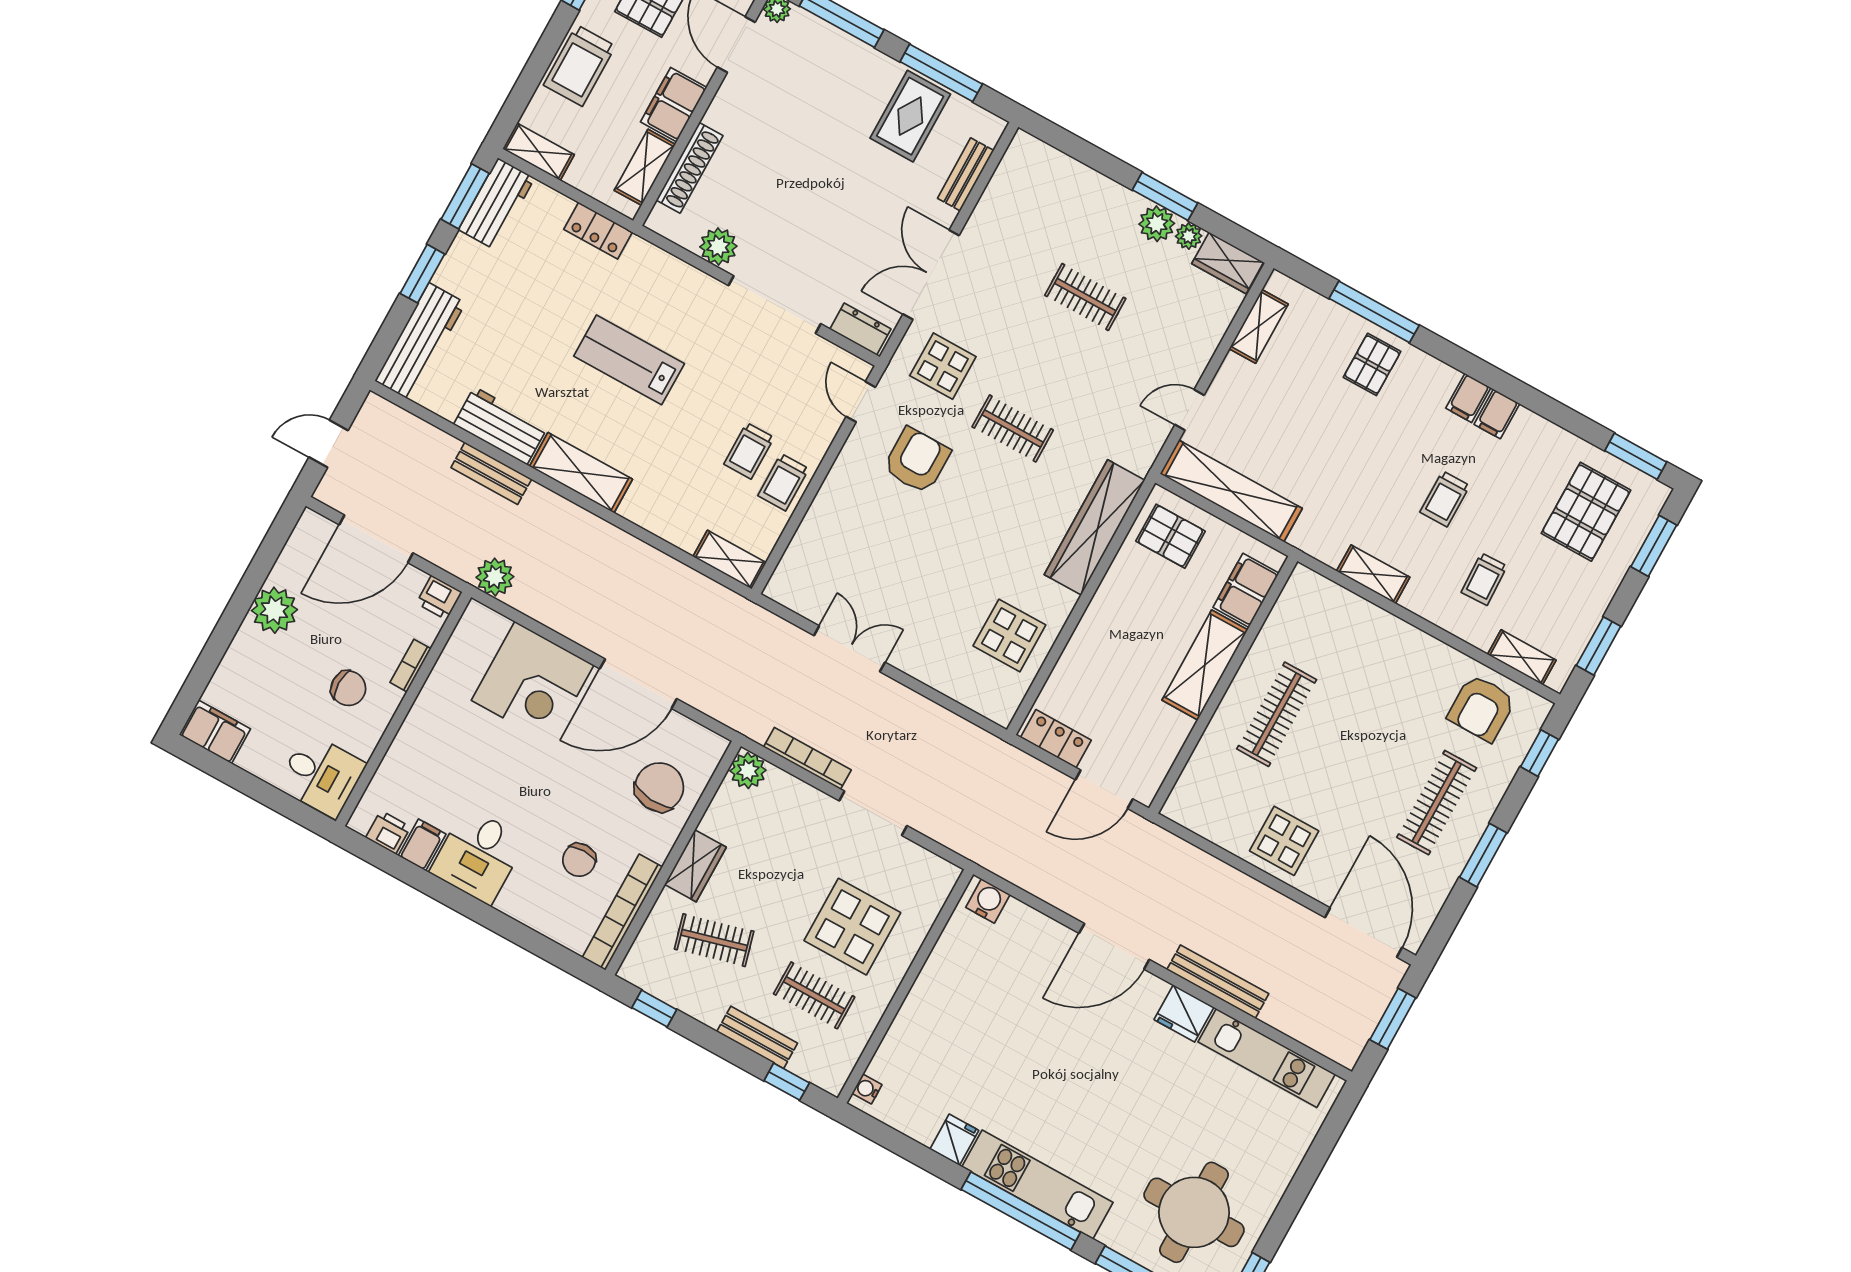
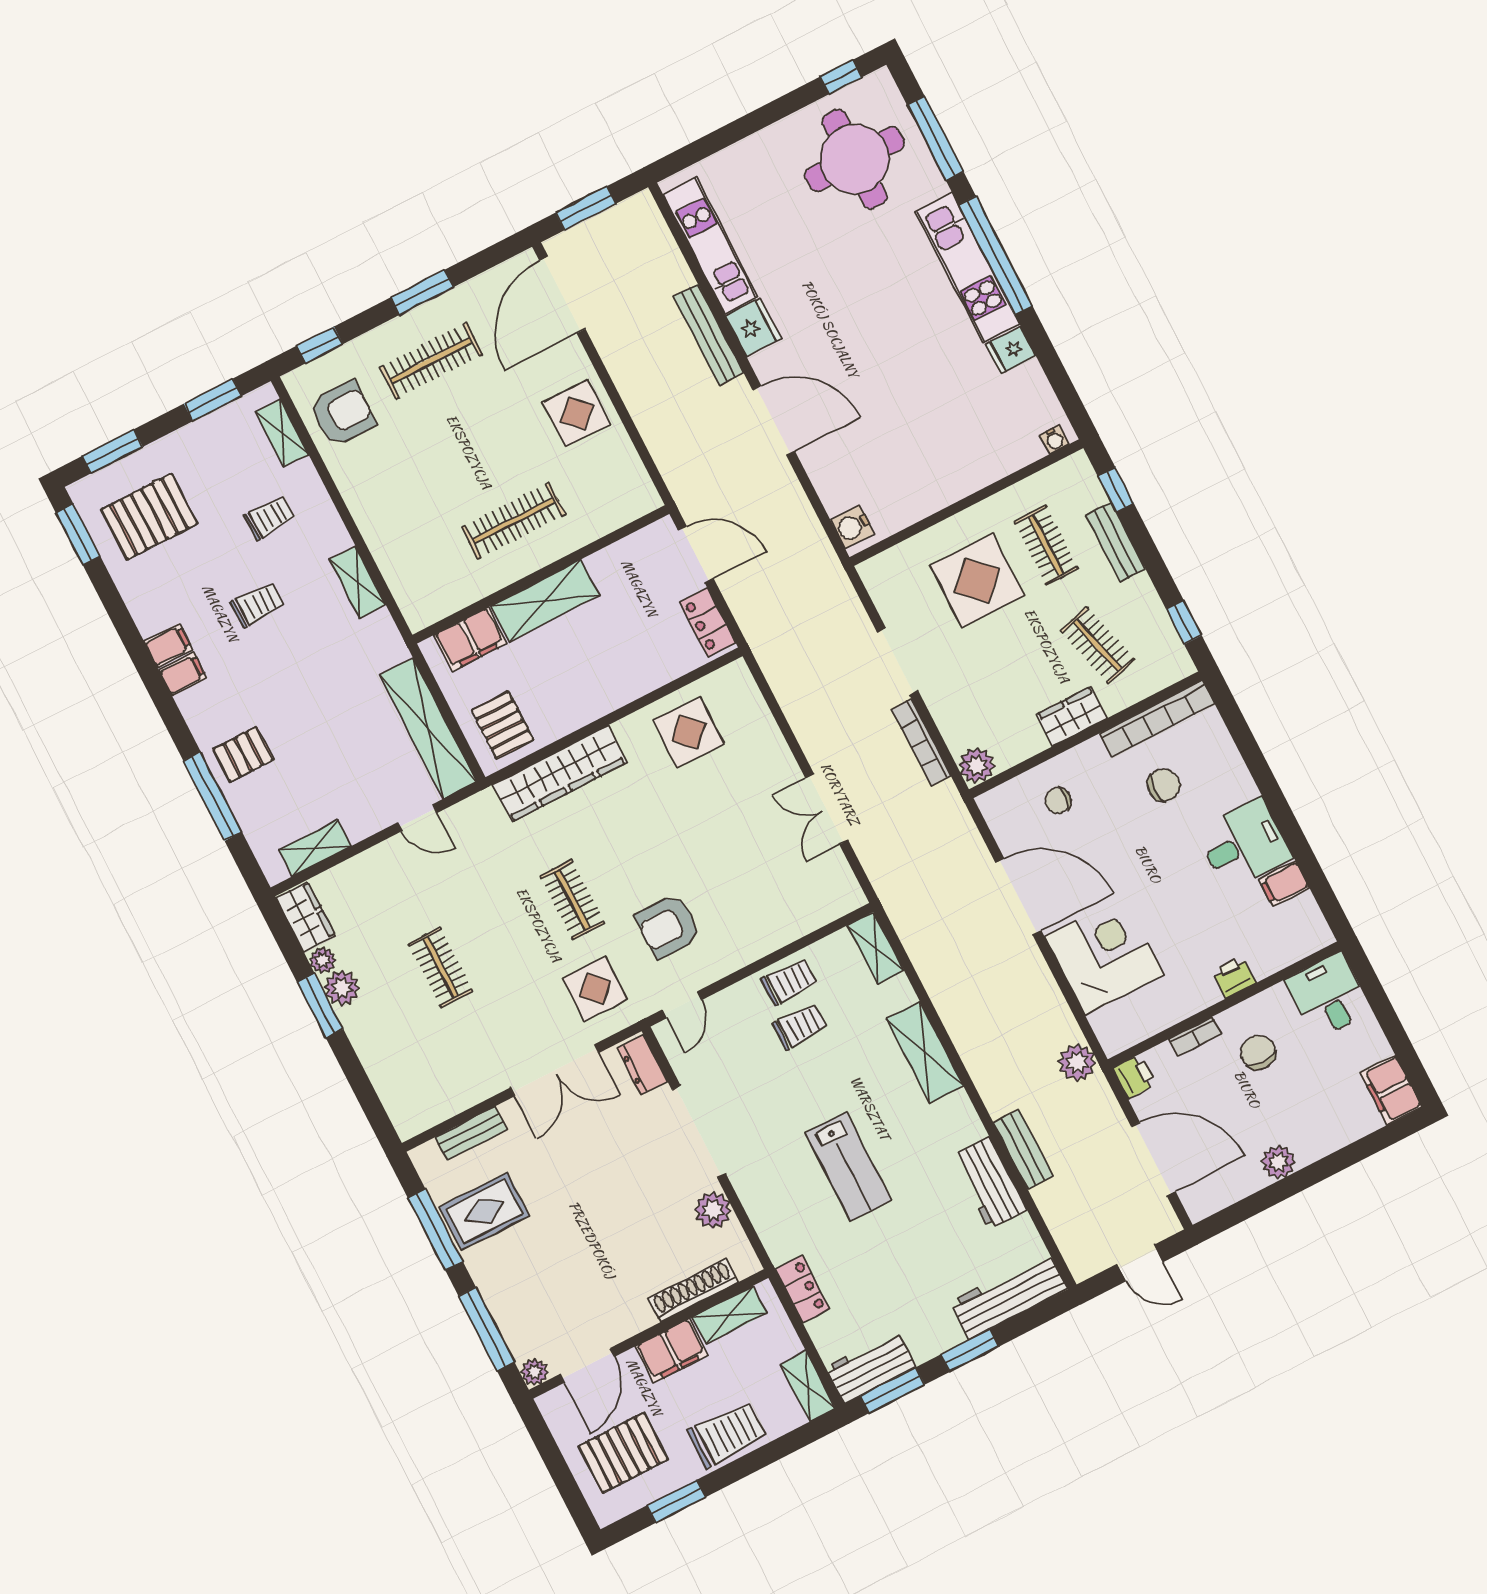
shelving: (581, 473) -> (925, 1052), moved
plant: (274, 610) -> (1278, 1162), width x0.73, depth x0.73
chair: (659, 787) -> (1058, 801), width x0.54, depth x0.54
printer: (388, 832) -> (1234, 977), moved, turned 90

